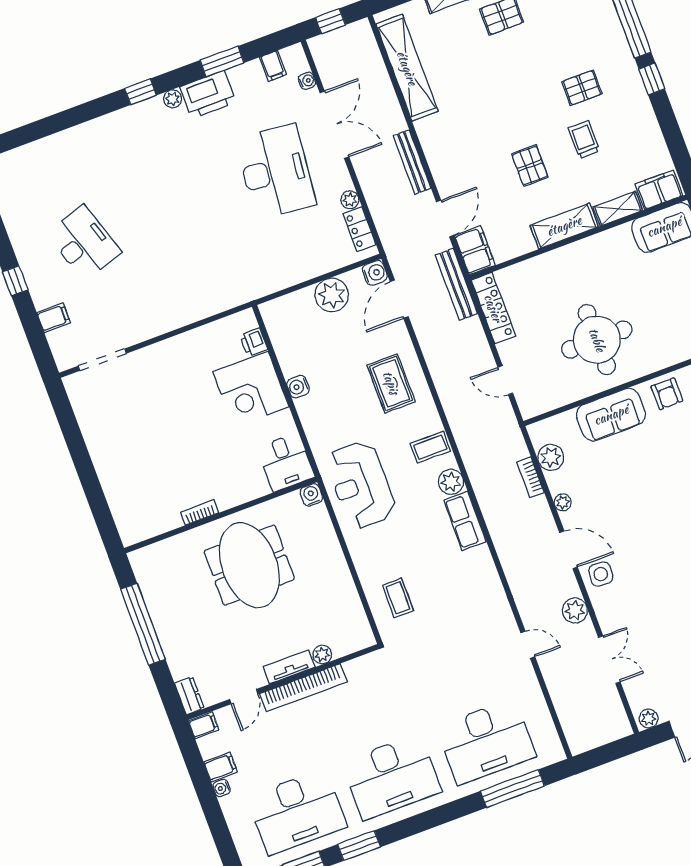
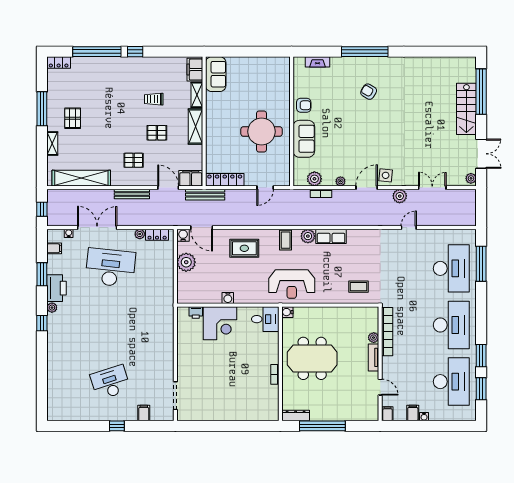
pallet: (582, 88) -> (134, 160), moved, turned 90
bookcase: (303, 688) -> (387, 332), moved
dresser: (189, 696) -> (296, 416), moved, width x1.44

